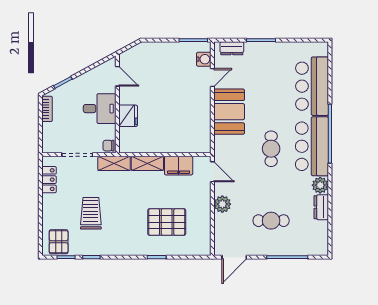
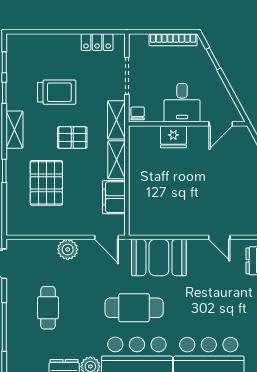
water cooler: (204, 59) -> (241, 227), removed
bookcase: (47, 109) -> (173, 40), width x1.56
booth: (229, 112) -> (159, 258), moved
cafe table: (271, 149) -> (134, 308), width x1.37, depth x1.35
door: (212, 172) -> (106, 237), hinge flipped
pallet: (59, 242) -> (72, 138), moved
shelving: (122, 249) -> (14, 130), added

